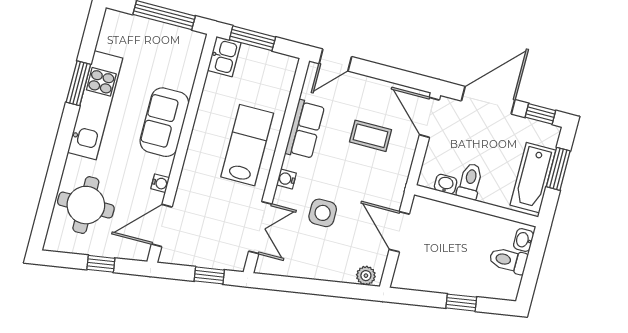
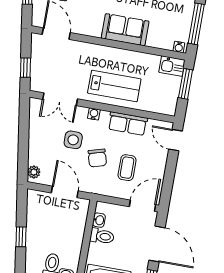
chair: (353, 179) -> (97, 158), added
water cooler: (160, 183) -> (179, 47), moved
door: (399, 232) -> (65, 192), hinge flipped

